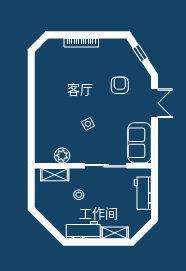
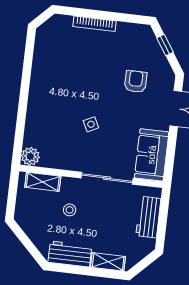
plant: (62, 155) -> (30, 156), moved

